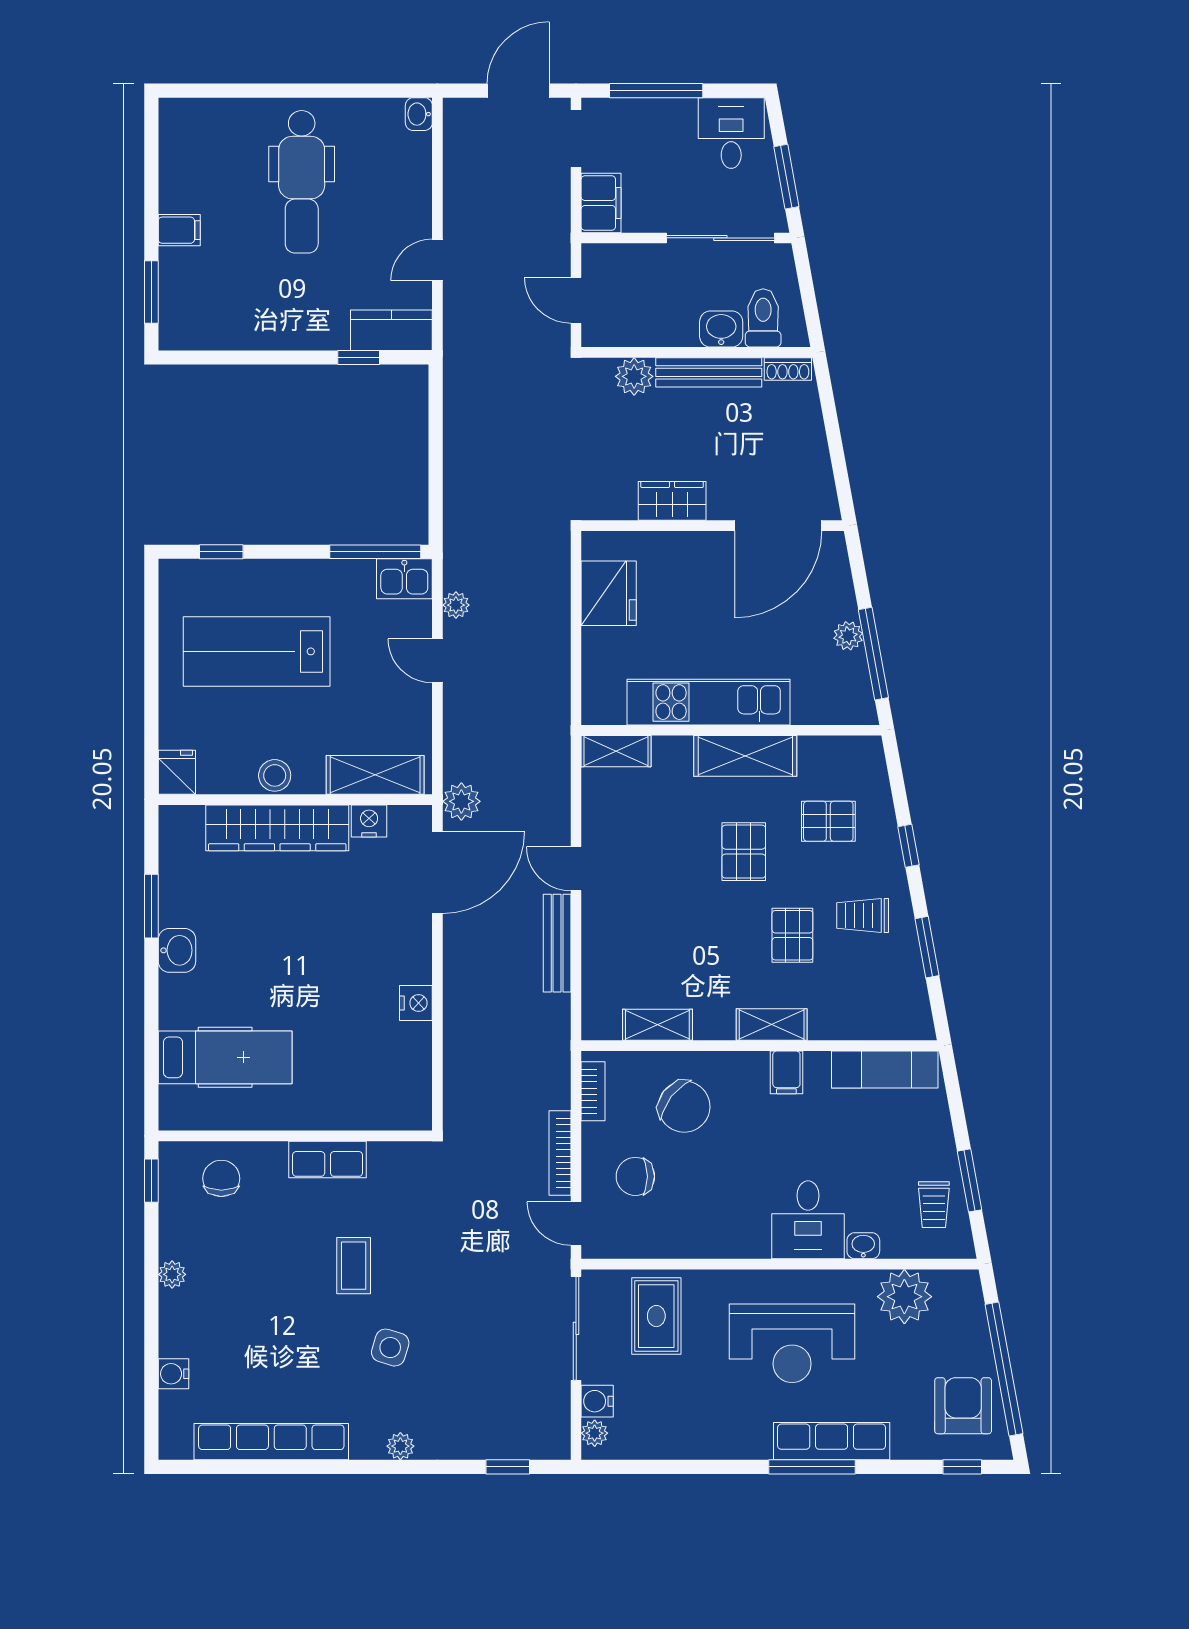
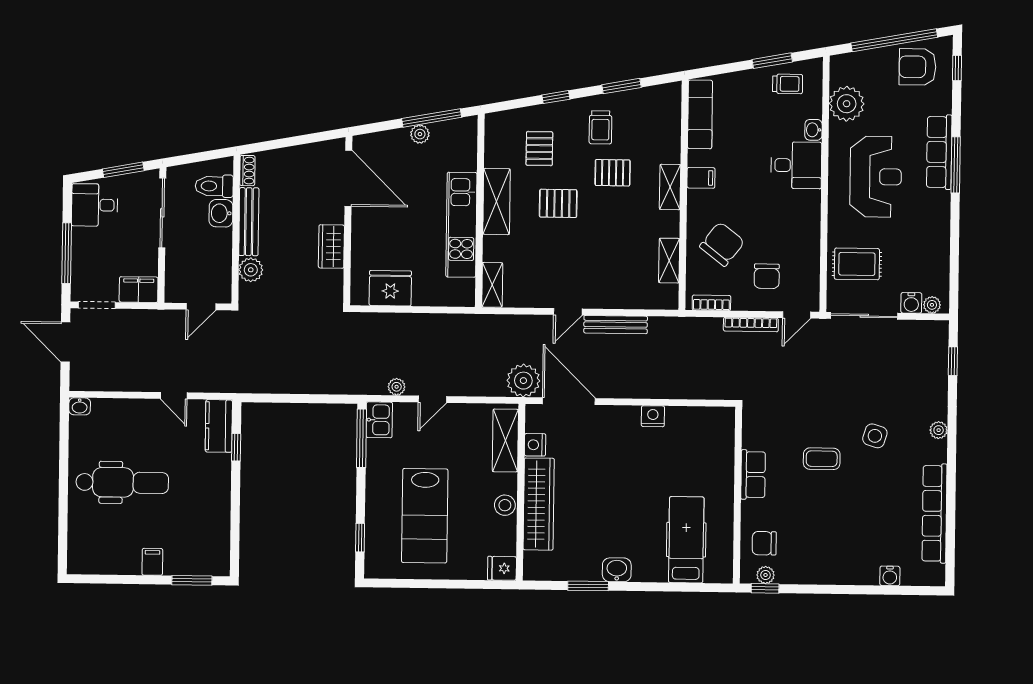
plant: (461, 801) -> (523, 381), width x1.36, depth x1.36
plant: (172, 1274) -> (766, 575), moved

